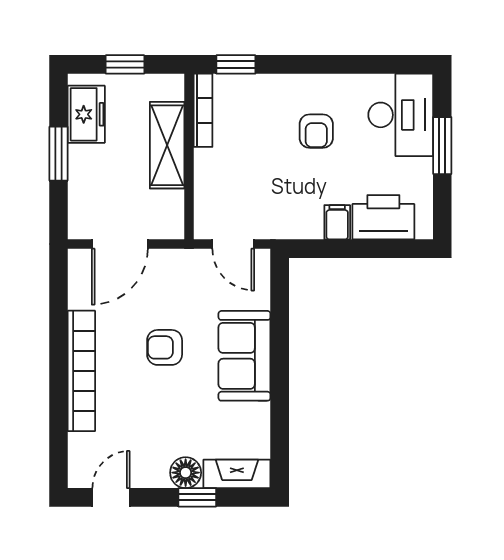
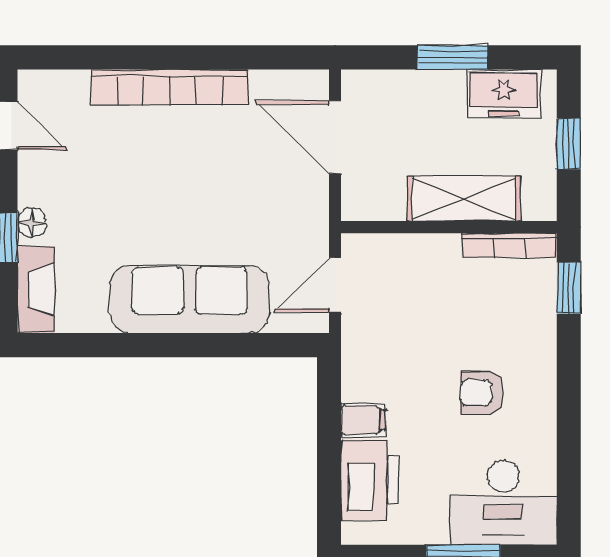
armchair: (165, 347) -> (200, 195), removed
sofa: (244, 356) -> (190, 299), width x1.36
floor lamp: (186, 473) -> (32, 223), width x0.73, depth x0.73

